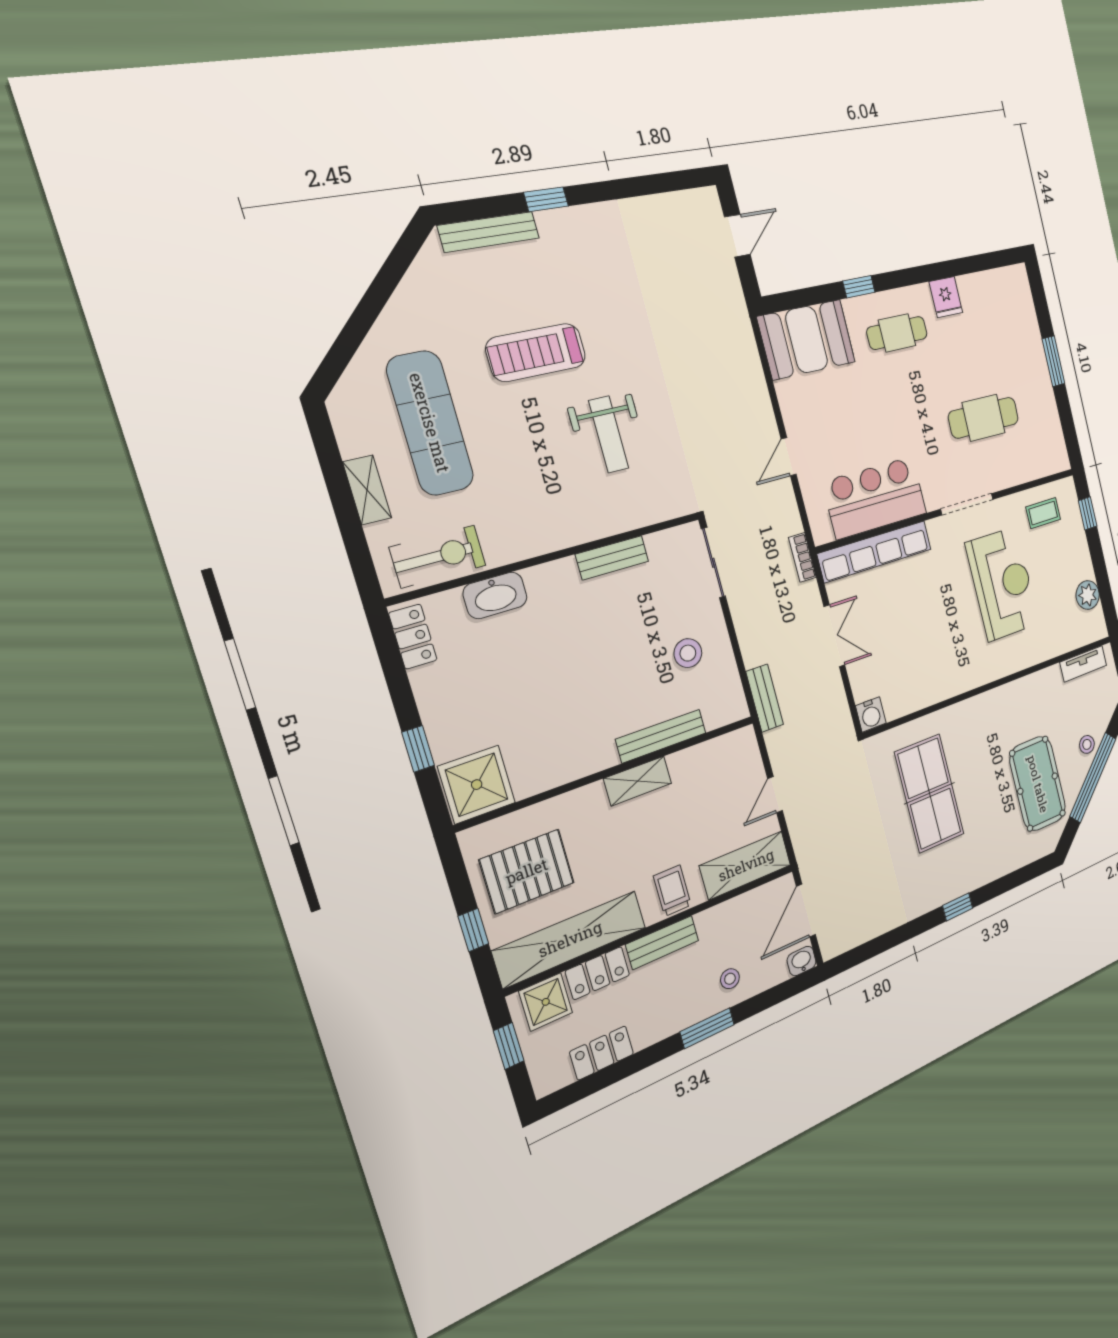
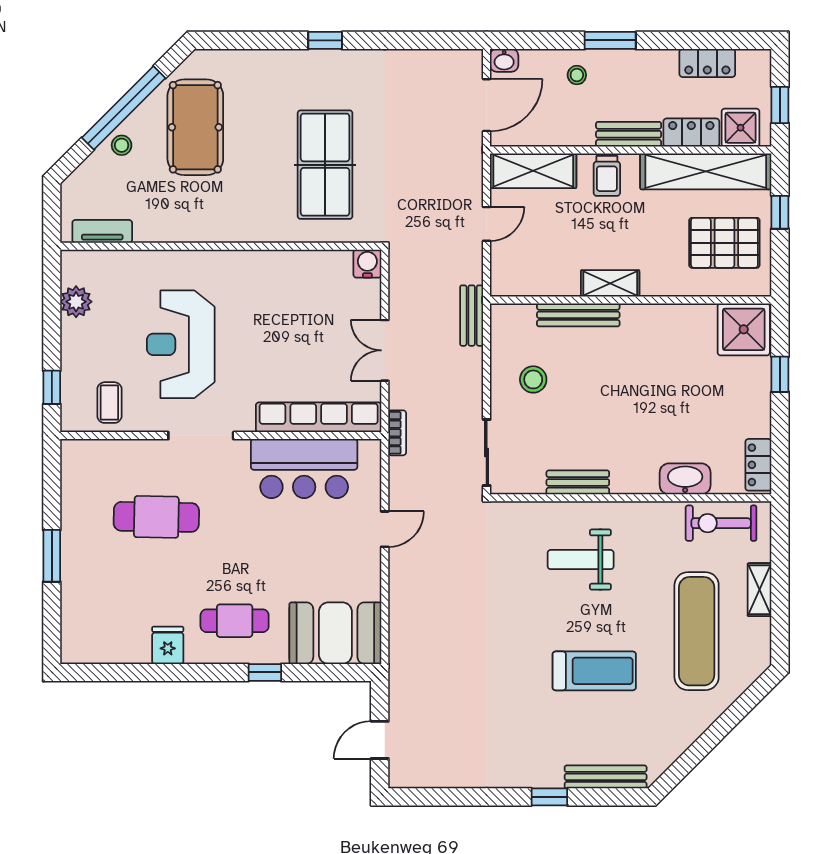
weight bench: (609, 434) -> (581, 560), moved, turned -90
coffee table: (1043, 513) -> (109, 403), turned 90

